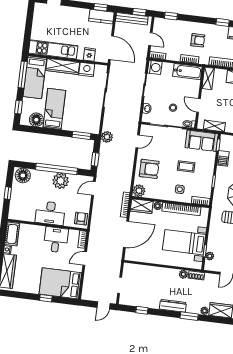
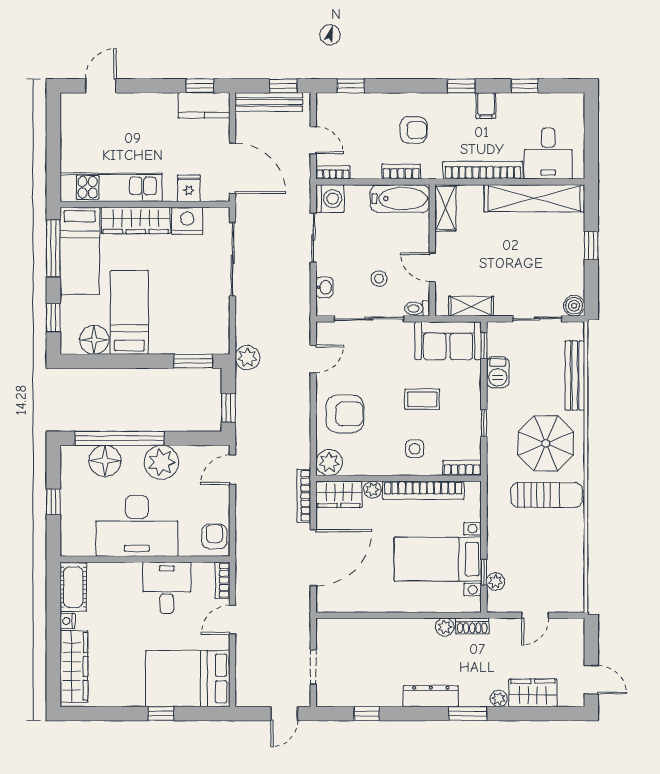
window: (56, 169) -> (119, 438), moved
floor lamp: (23, 175) -> (105, 461), moved
desk: (50, 213) -> (137, 526), width x1.36, depth x1.30

